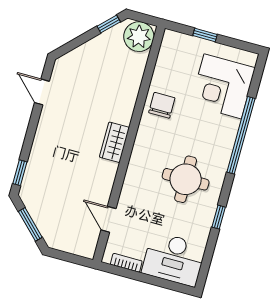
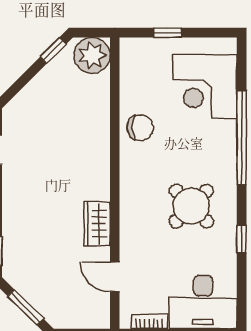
chair: (162, 105) -> (140, 128), turned 90
wardrobe: (114, 142) -> (97, 224), moved
round table: (186, 179) -> (191, 206), turned 45

